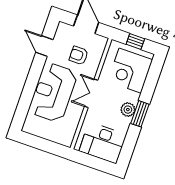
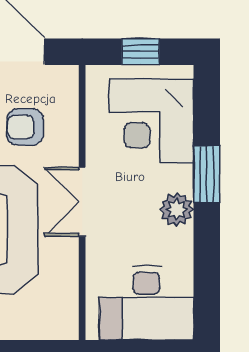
window: (140, 114) -> (207, 174), moved

